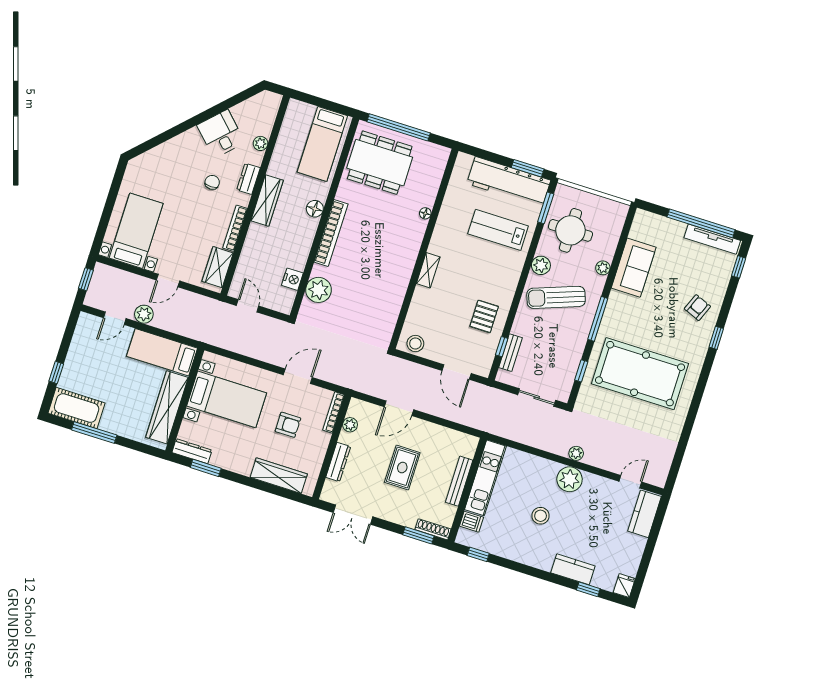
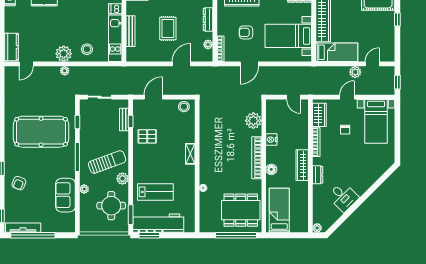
plant: (260, 143) -> (317, 228), moved
chair: (212, 182) -> (345, 130), moved
nightstand: (292, 279) -> (271, 140), moved
pallet: (484, 316) -> (147, 136), turned 90
door: (457, 372) -> (153, 97), hinge flipped
stool: (541, 516) -> (87, 49), moved

